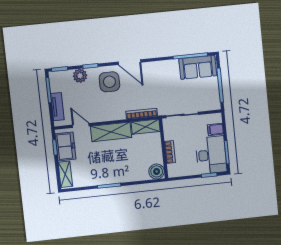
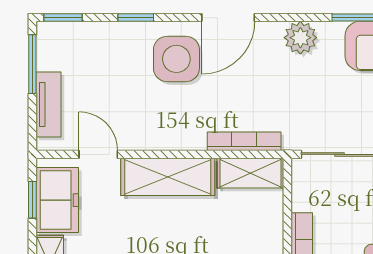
door: (129, 62) -> (228, 18), hinge flipped
plant: (80, 76) -> (300, 38), moved

